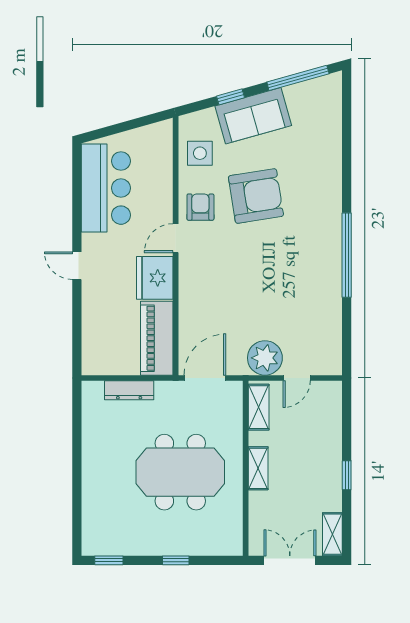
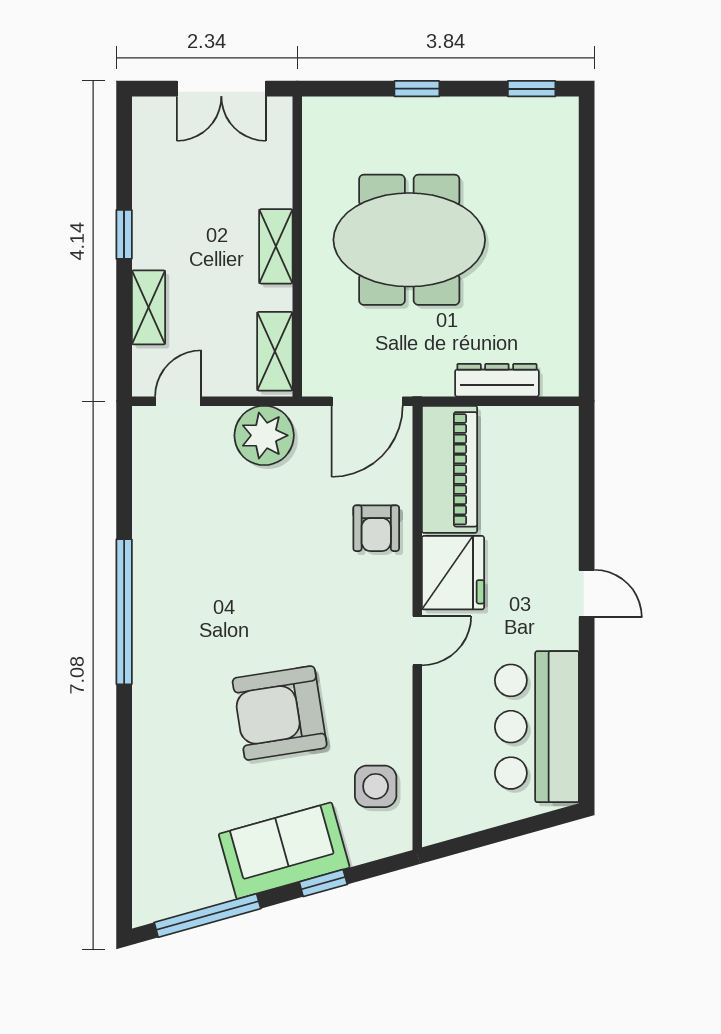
armchair: (200, 207) -> (376, 528), moved
door: (297, 378) -> (178, 401), moved
shelving: (332, 534) -> (149, 307), moved

